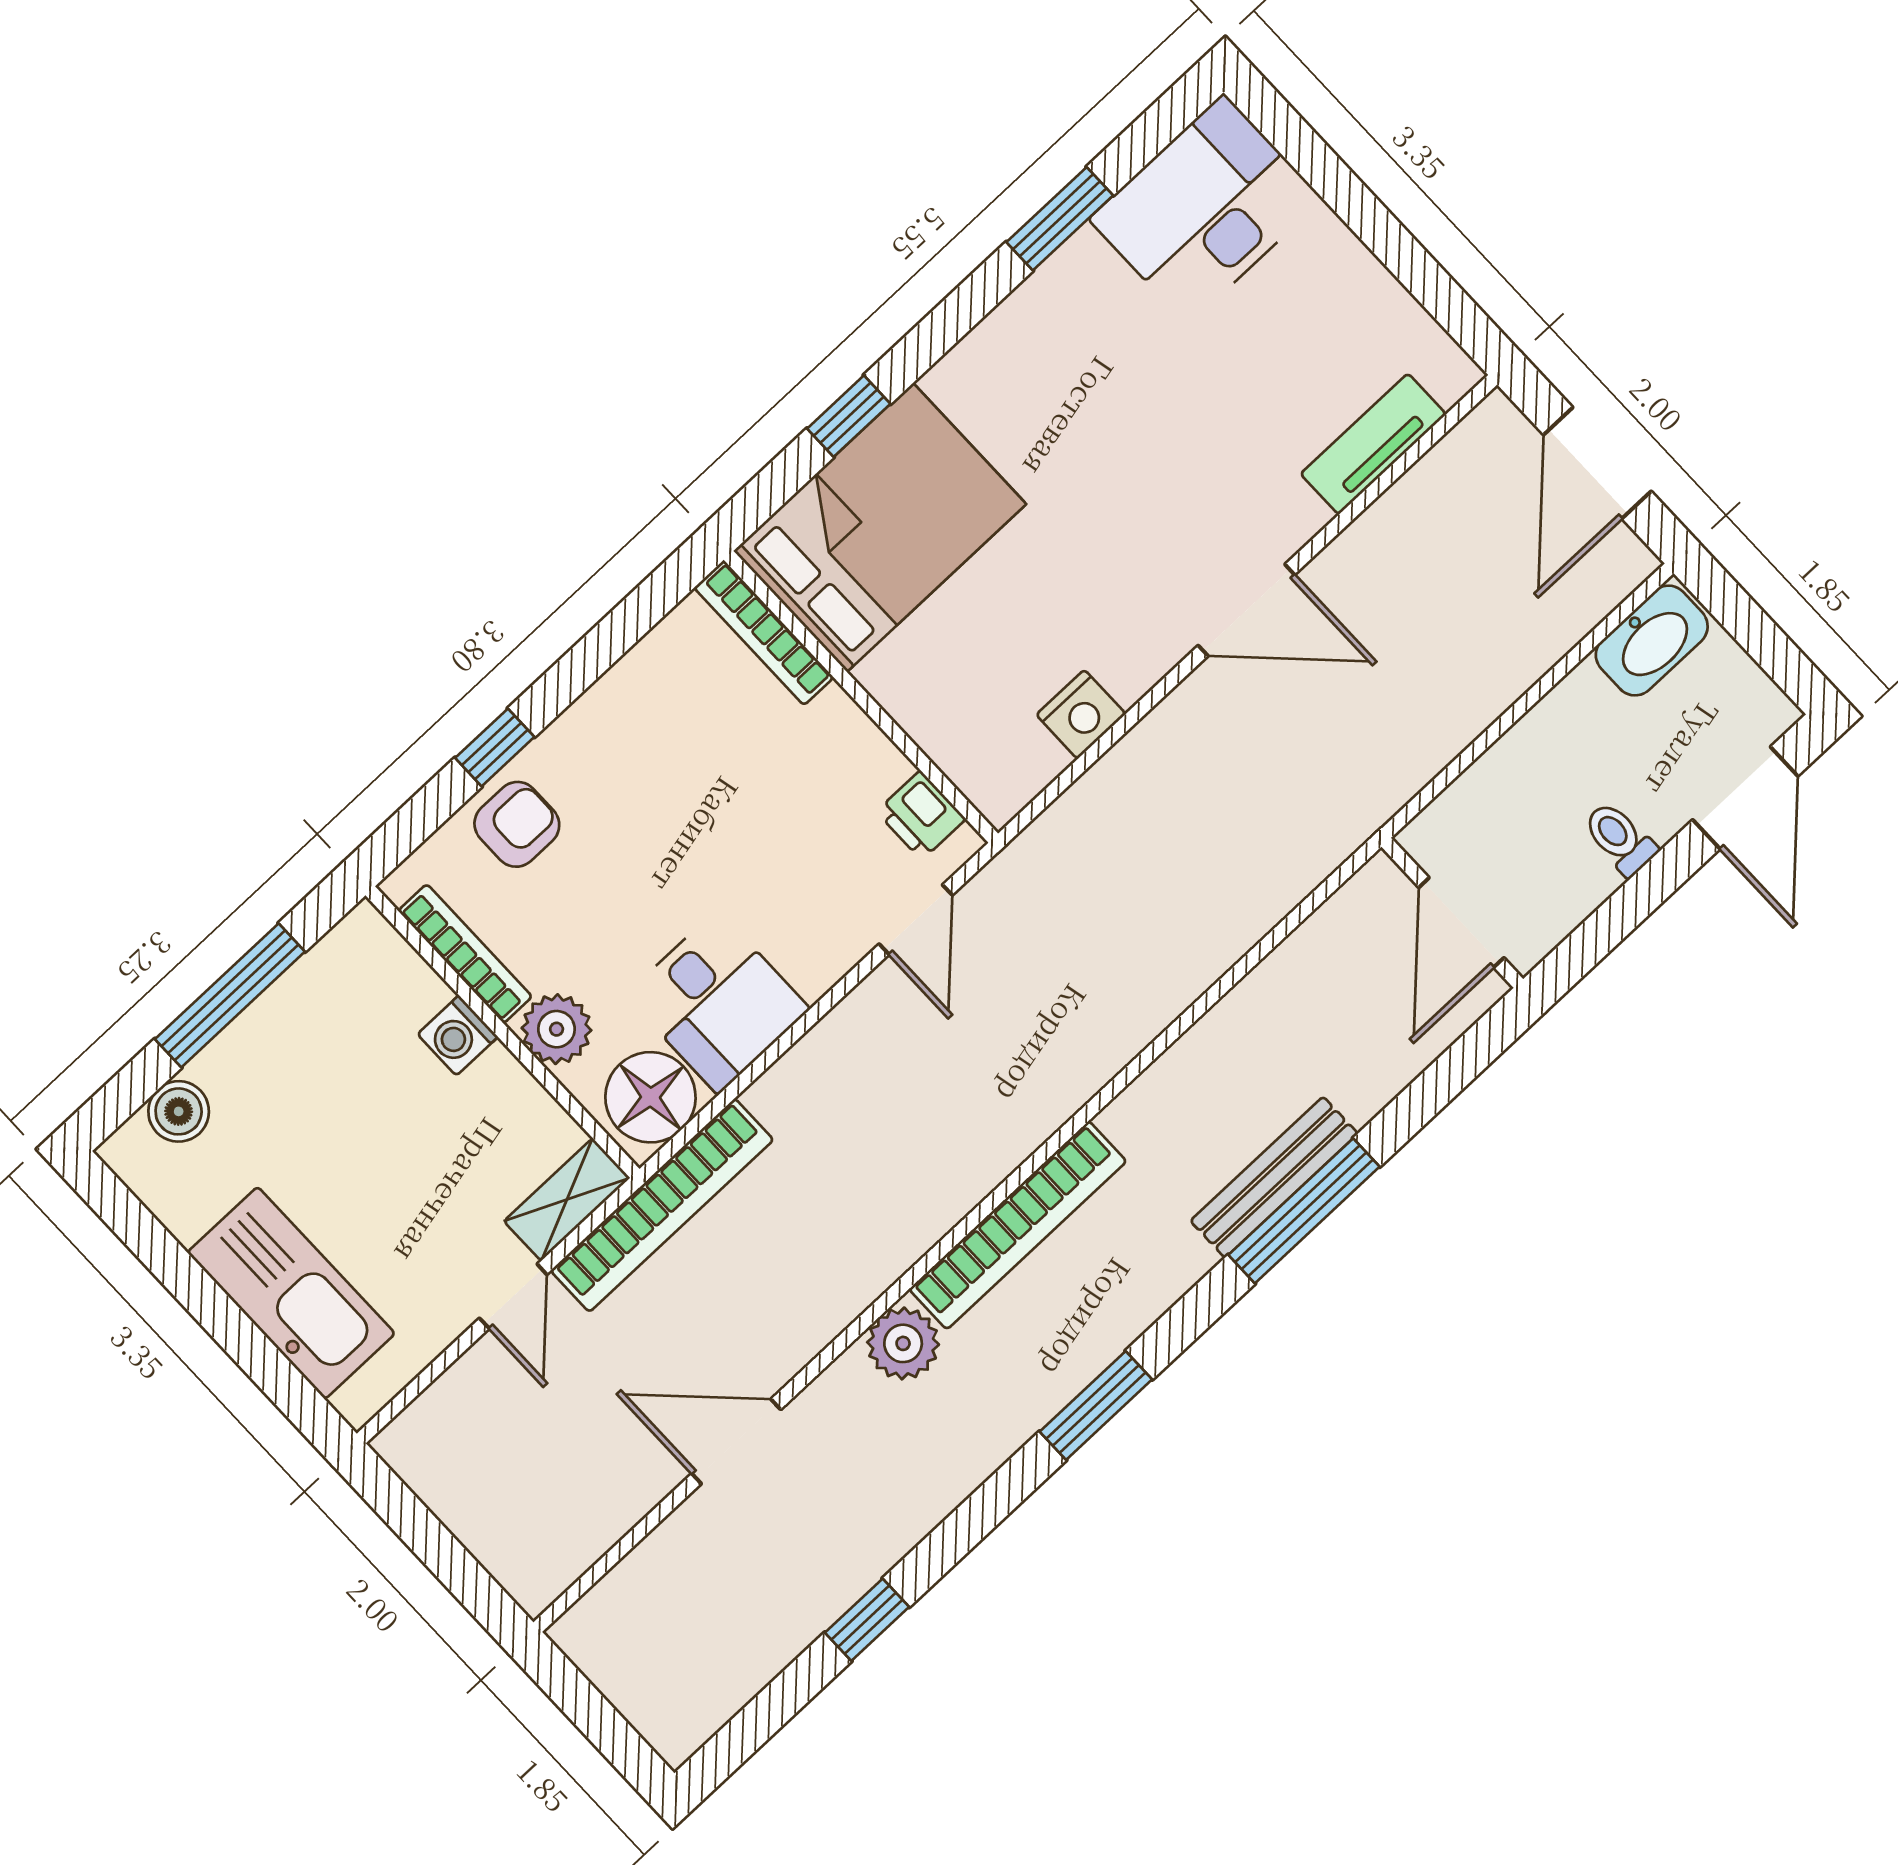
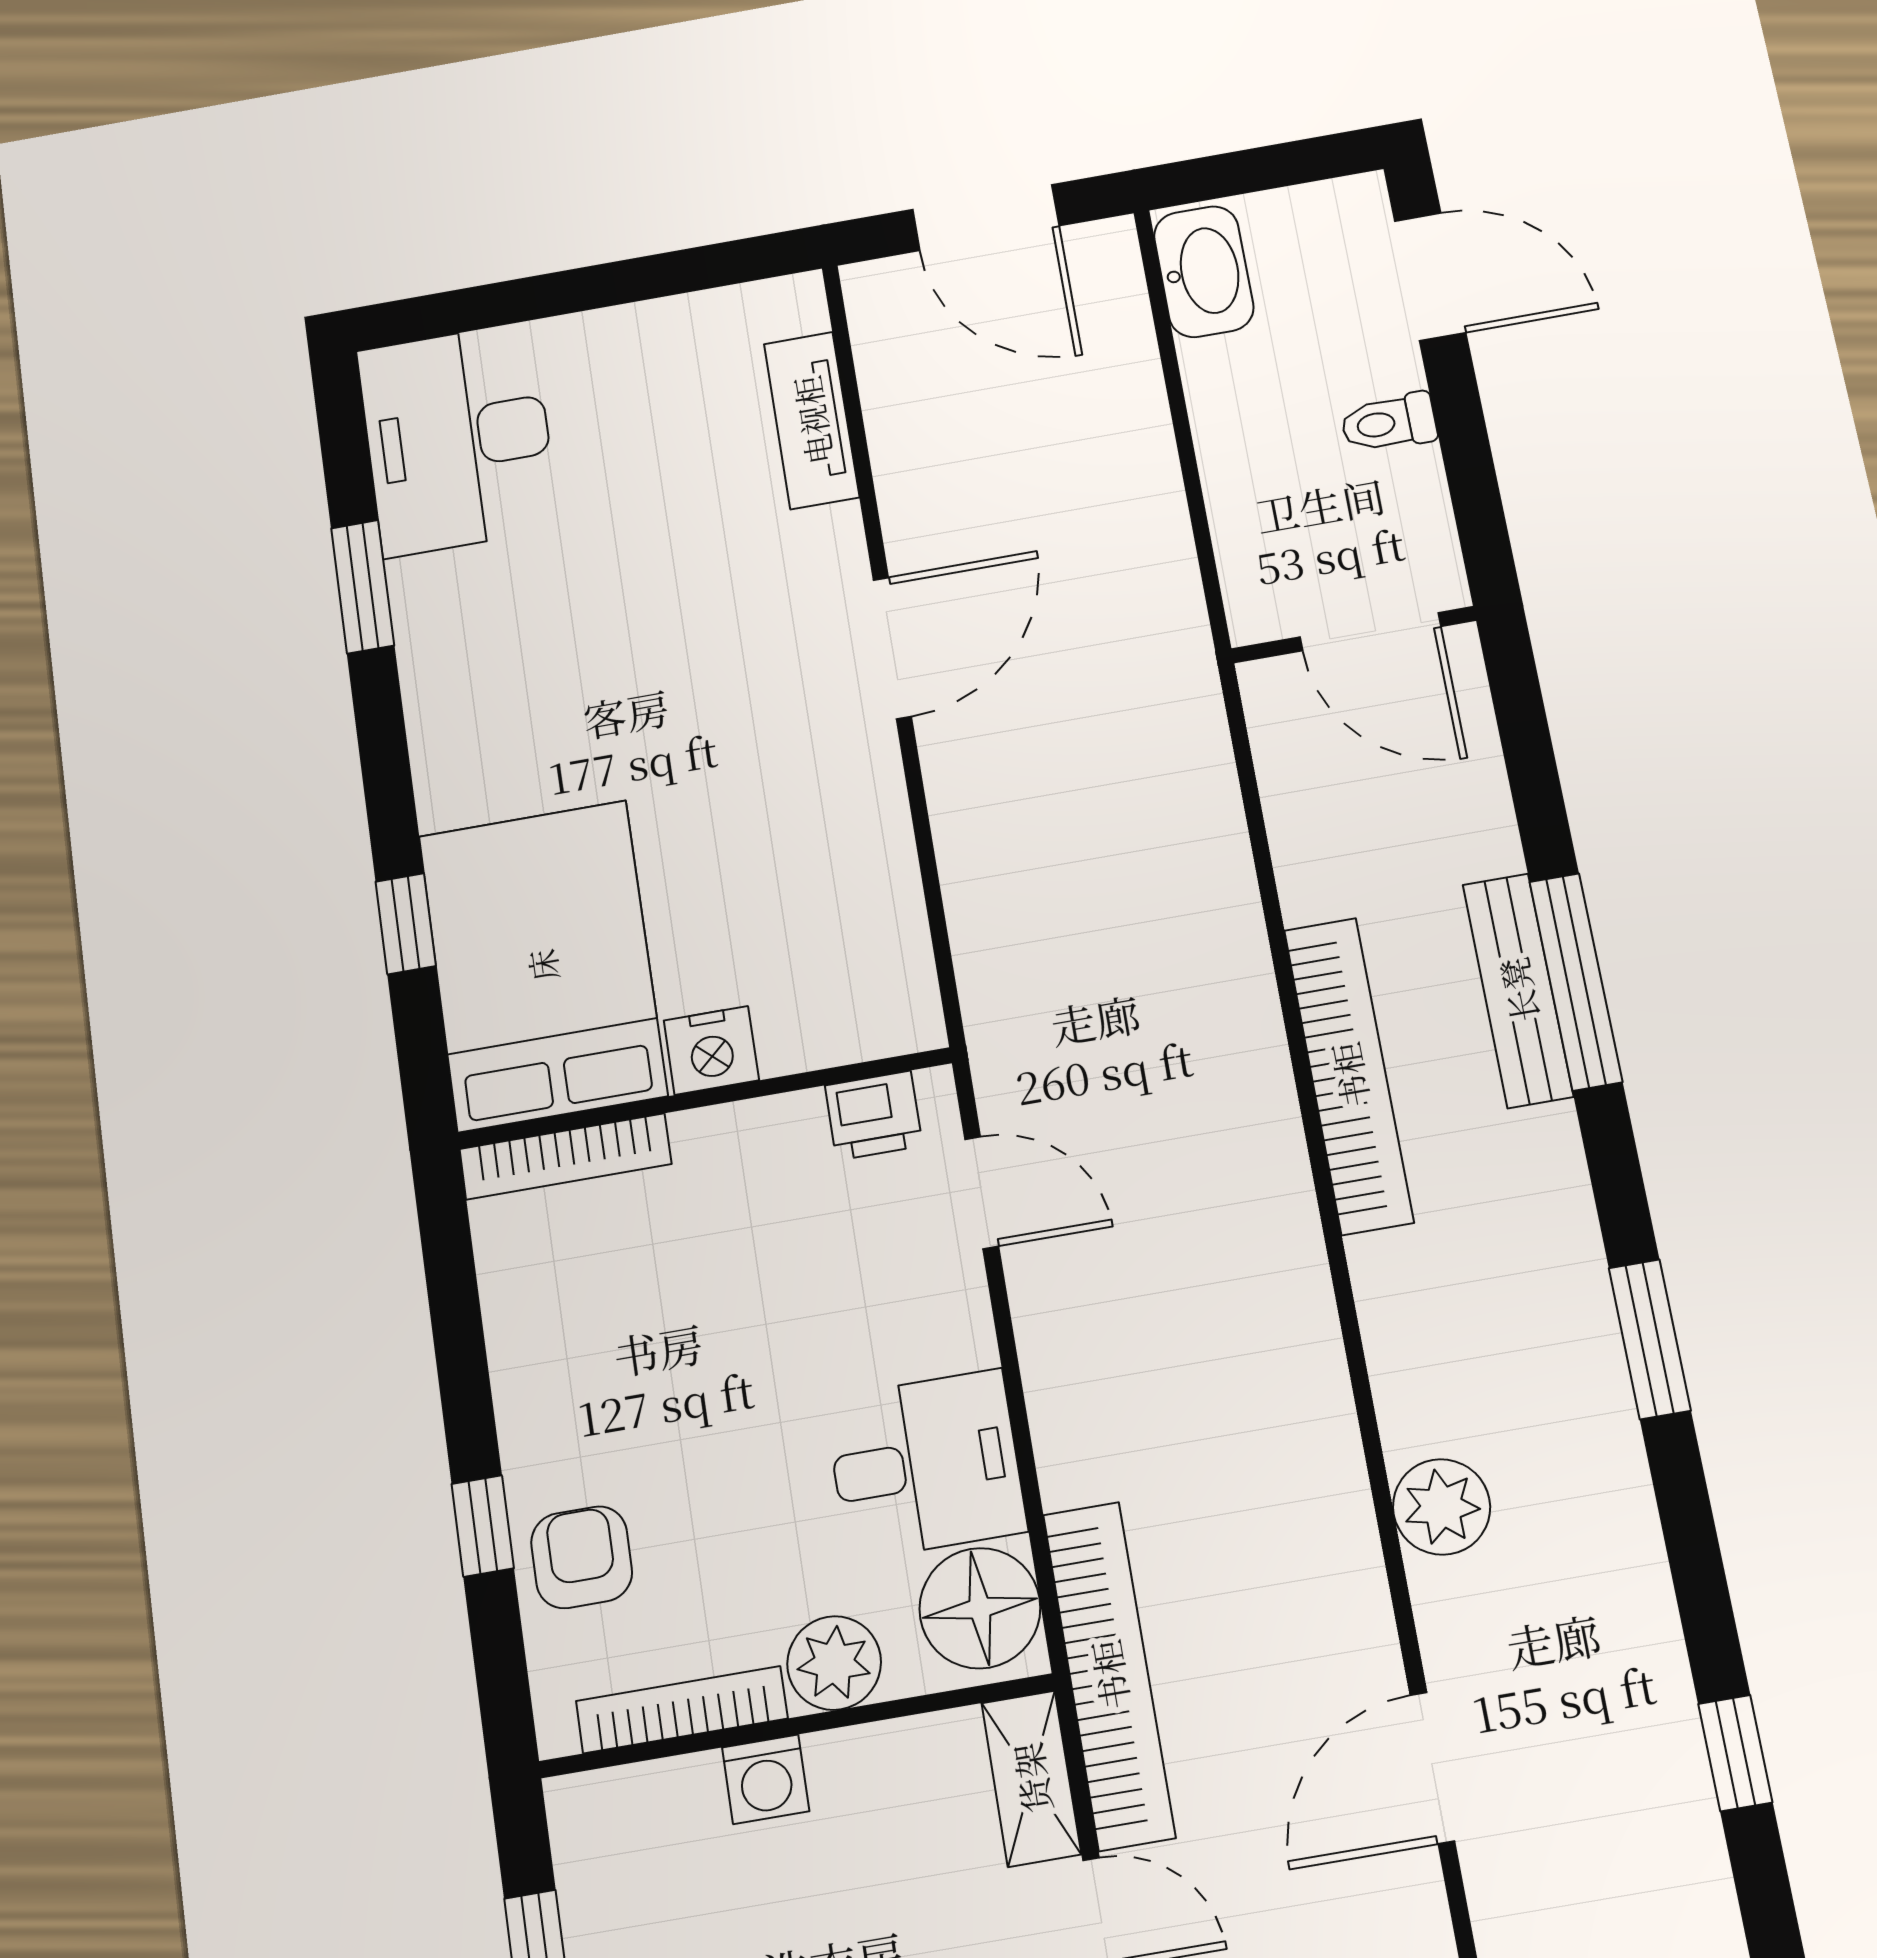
nightstand: (1081, 714) -> (711, 1050), moved, turned 90
bookcase: (1018, 1225) -> (1349, 1075), moved

